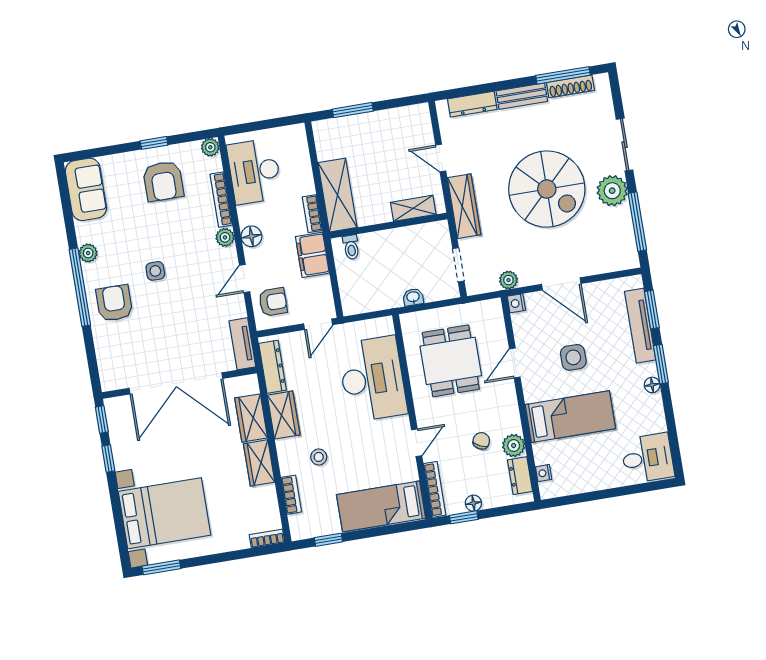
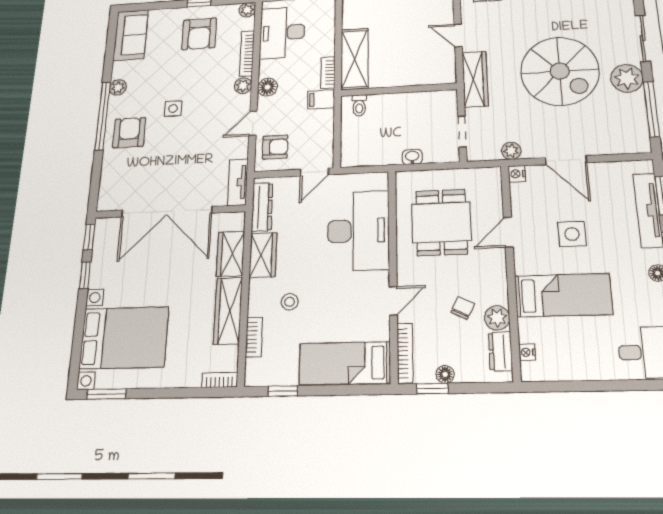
shelving: (413, 208) -> (425, 77), removed
filing cabinet: (312, 255) -> (321, 99), width x0.50
wardrobe: (259, 463) -> (228, 311), width x1.50

